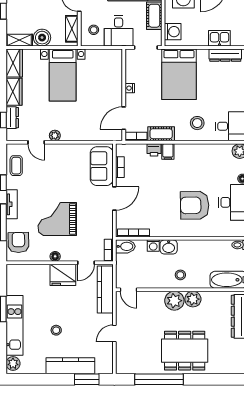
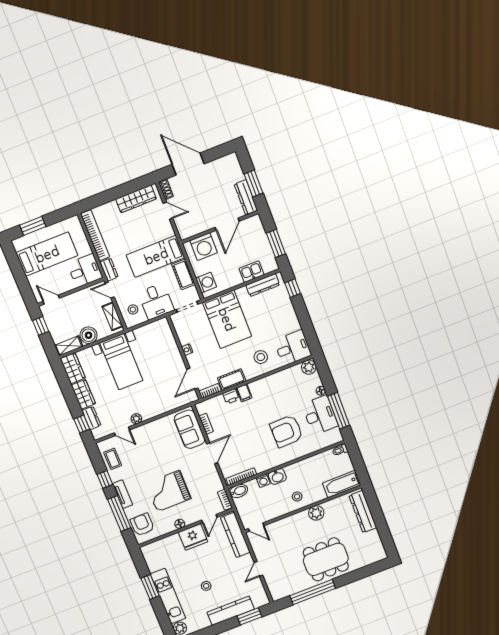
plant: (174, 301) -> (300, 521), removed

